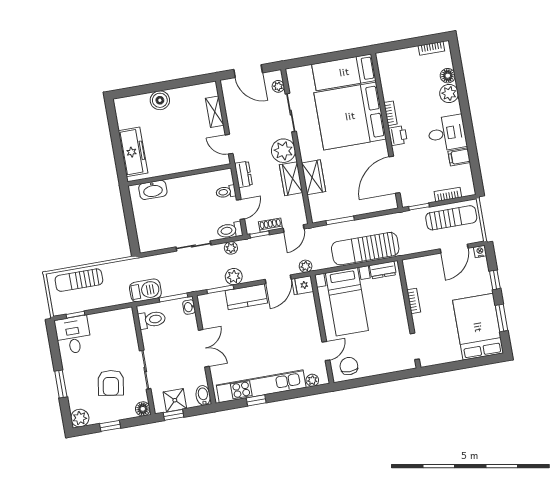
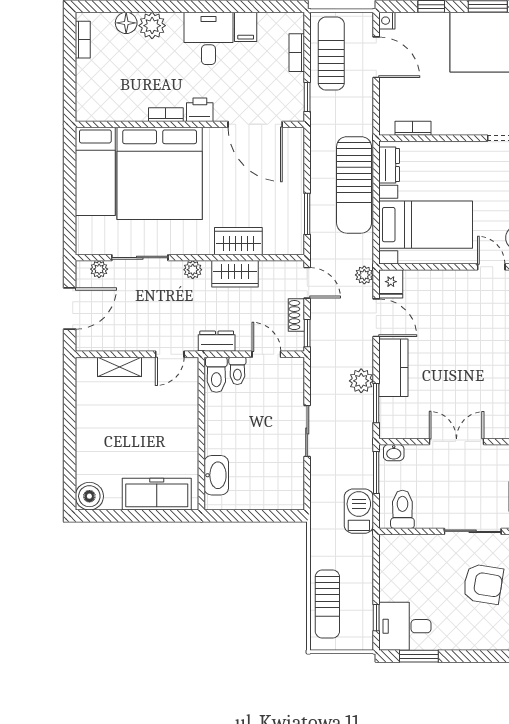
boiler: (160, 100) -> (89, 496), moved
plant: (283, 151) -> (193, 270), width x0.53, depth x0.53
toilet: (230, 230) -> (216, 375), moved
plant: (231, 248) -> (319, 378), removed
bookcase: (414, 301) -> (413, 128), moved
window: (61, 384) -> (419, 656), moved

